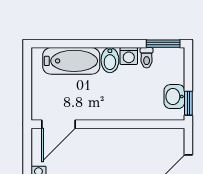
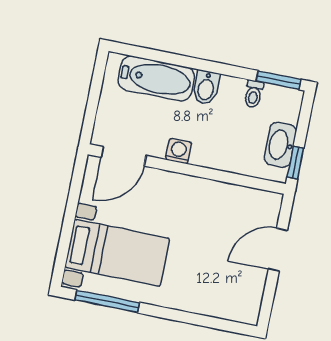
washing machine: (129, 56) -> (179, 151), moved, turned 180
washbasin: (174, 97) -> (280, 145), width x1.38

